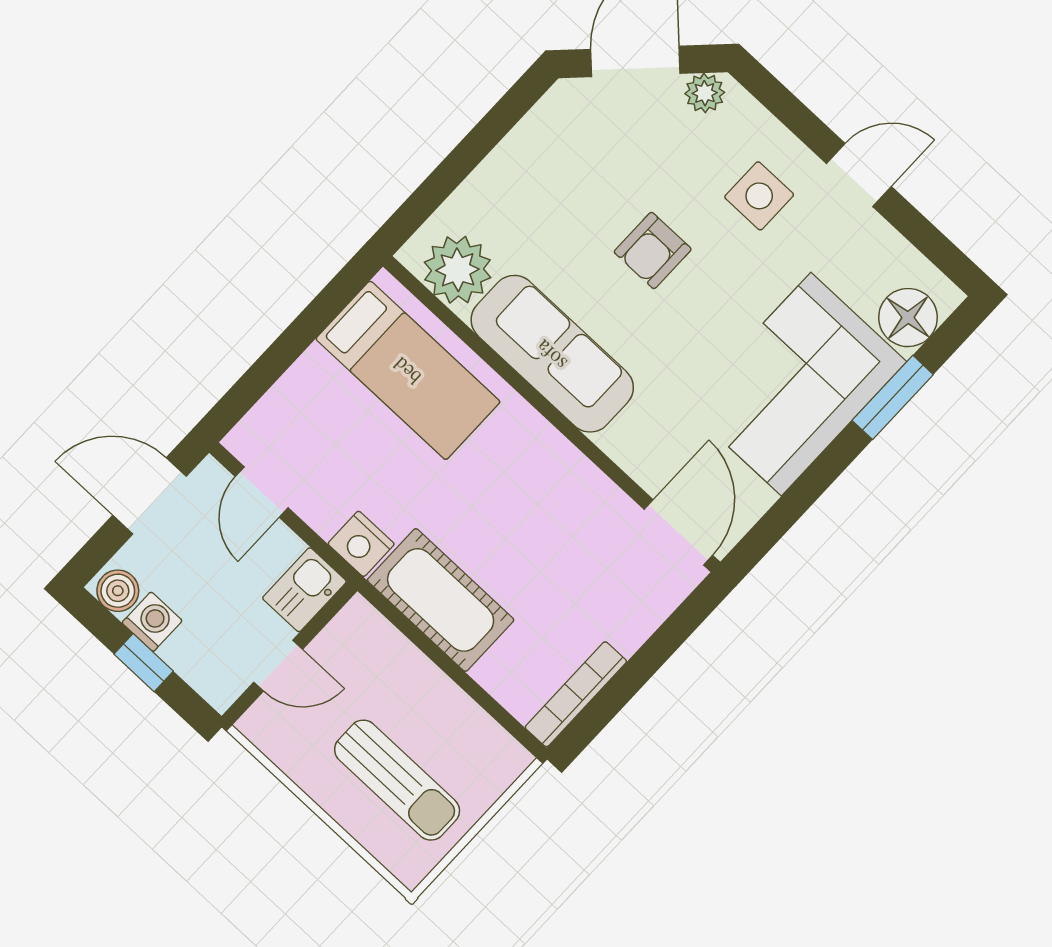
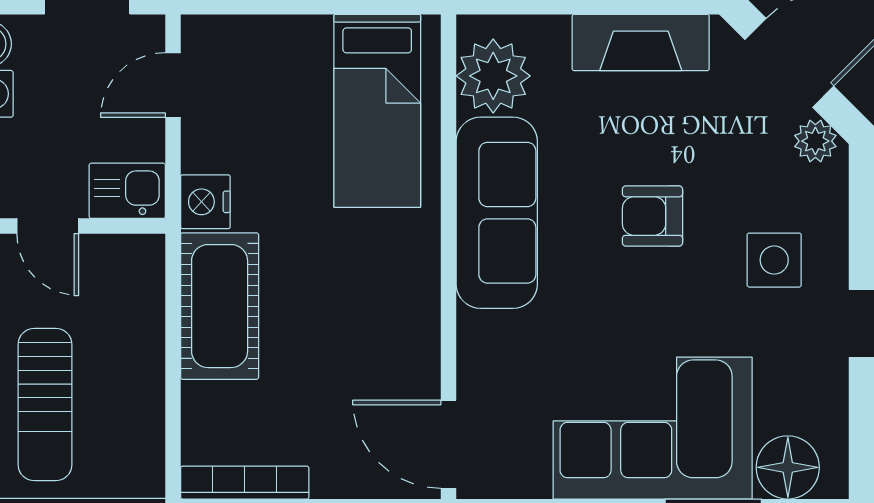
fireplace: (528, 149) -> (641, 42), added
door: (678, 532) -> (448, 444), swing flipped

